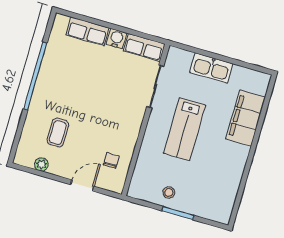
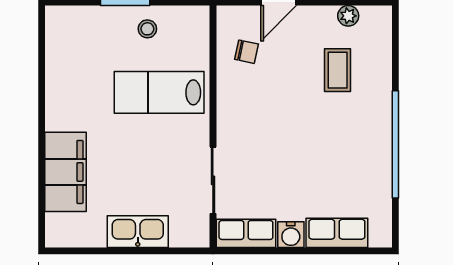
lab bench: (184, 129) -> (159, 92), moved, turned -90
chair: (111, 160) -> (246, 52), turned -78

